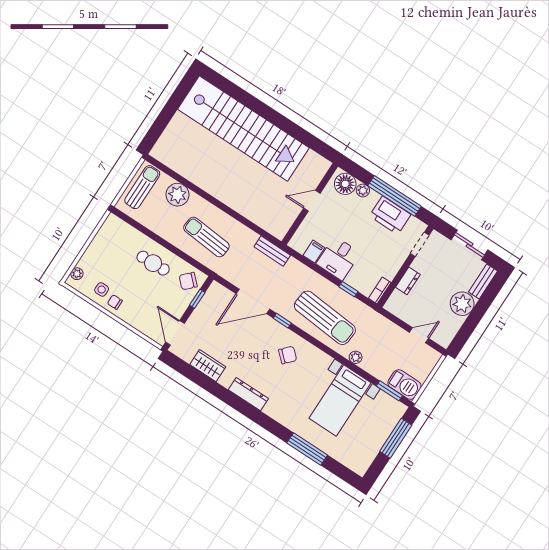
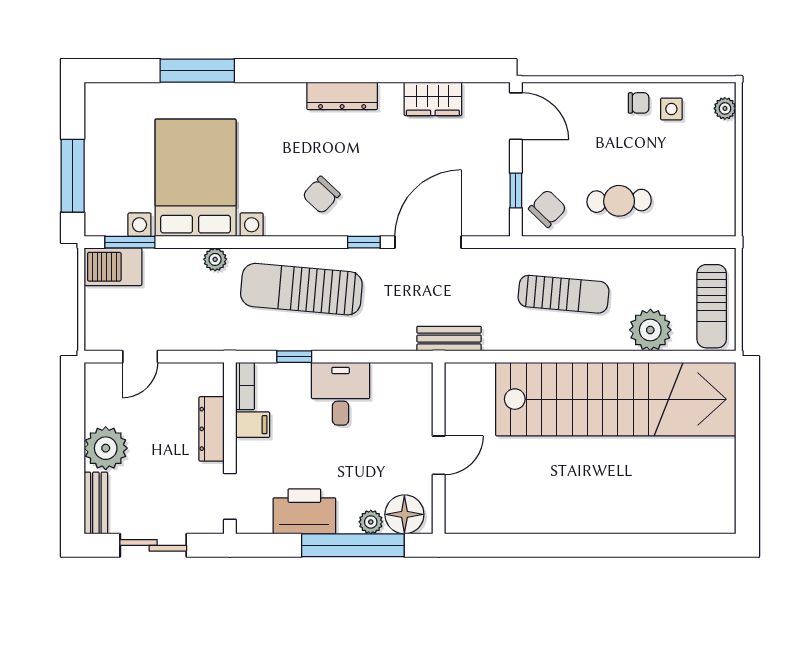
stairs: (243, 128) -> (616, 399), moved, turned 180
window: (395, 196) -> (353, 545), moved
filing cabinet: (314, 252) -> (253, 425), moved, turned -90
dresser: (408, 281) -> (212, 429), width x1.44
bed with nightstands: (340, 401) -> (196, 178), width x1.36

